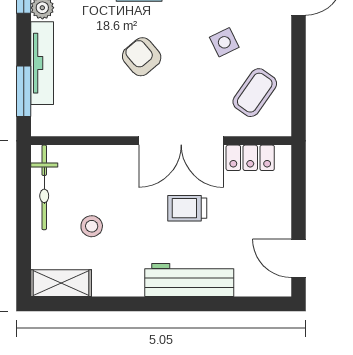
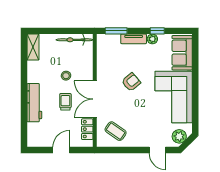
side table: (224, 42) -> (137, 118), removed
tv unit: (42, 63) -> (134, 39), width x0.71
stool: (92, 226) -> (66, 76), moved
door: (298, 258) -> (61, 150), moved

